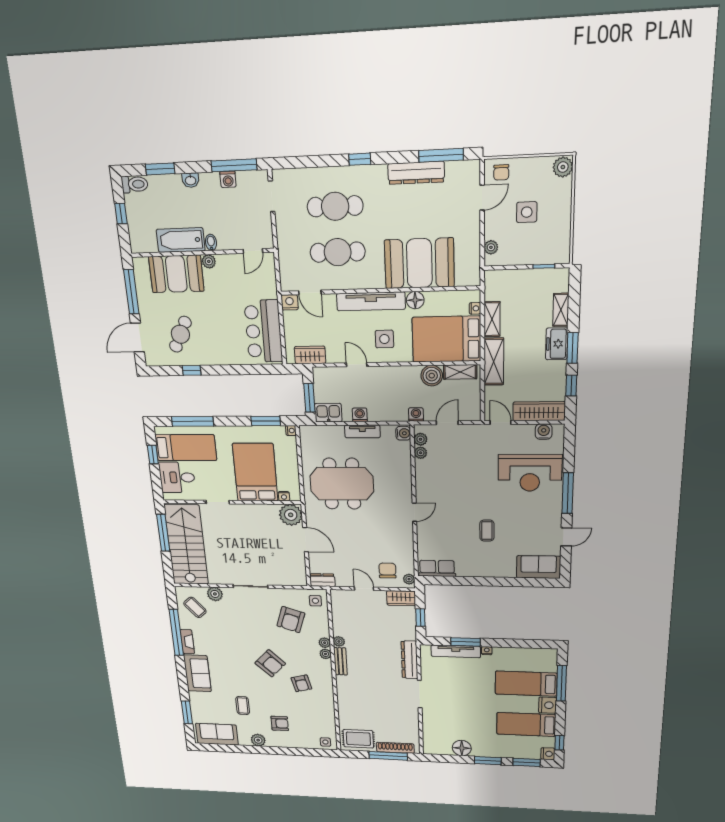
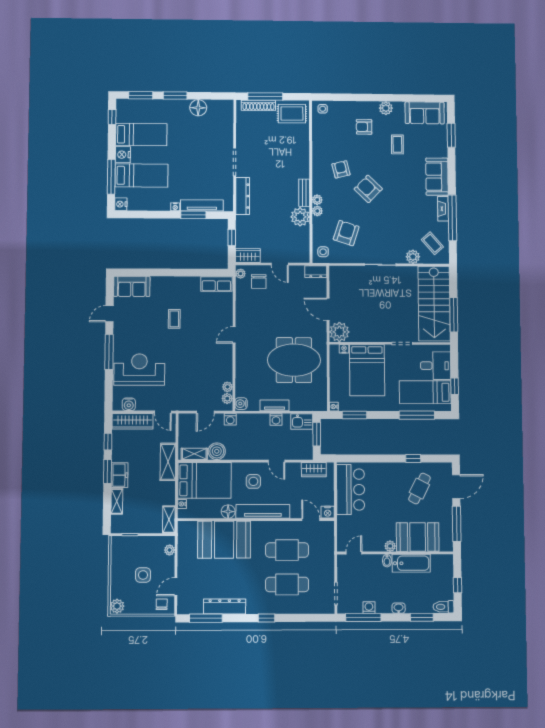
shelving: (492, 319) -> (169, 520), moved
plant: (339, 641) -> (300, 217), width x1.88, depth x1.88
nightstand: (548, 754) -> (121, 204), moved

